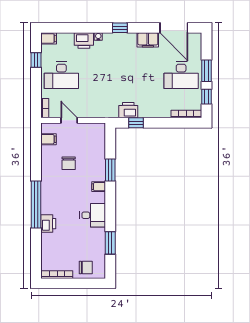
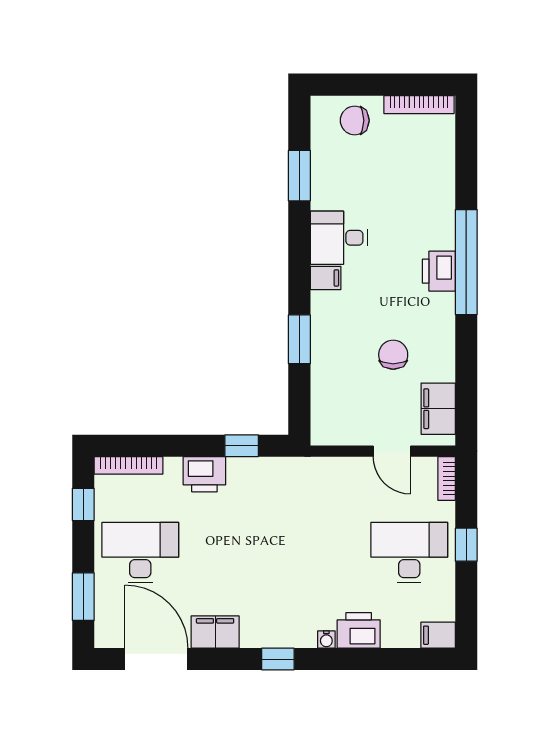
window: (36, 60) -> (466, 545), moved
window: (206, 71) -> (83, 597), moved
printer: (128, 110) -> (204, 474), moved
filing cabinet: (49, 139) -> (438, 409), width x2.00
filing cabinet: (99, 187) -> (326, 278), moved
printer: (48, 224) -> (439, 271), moved

